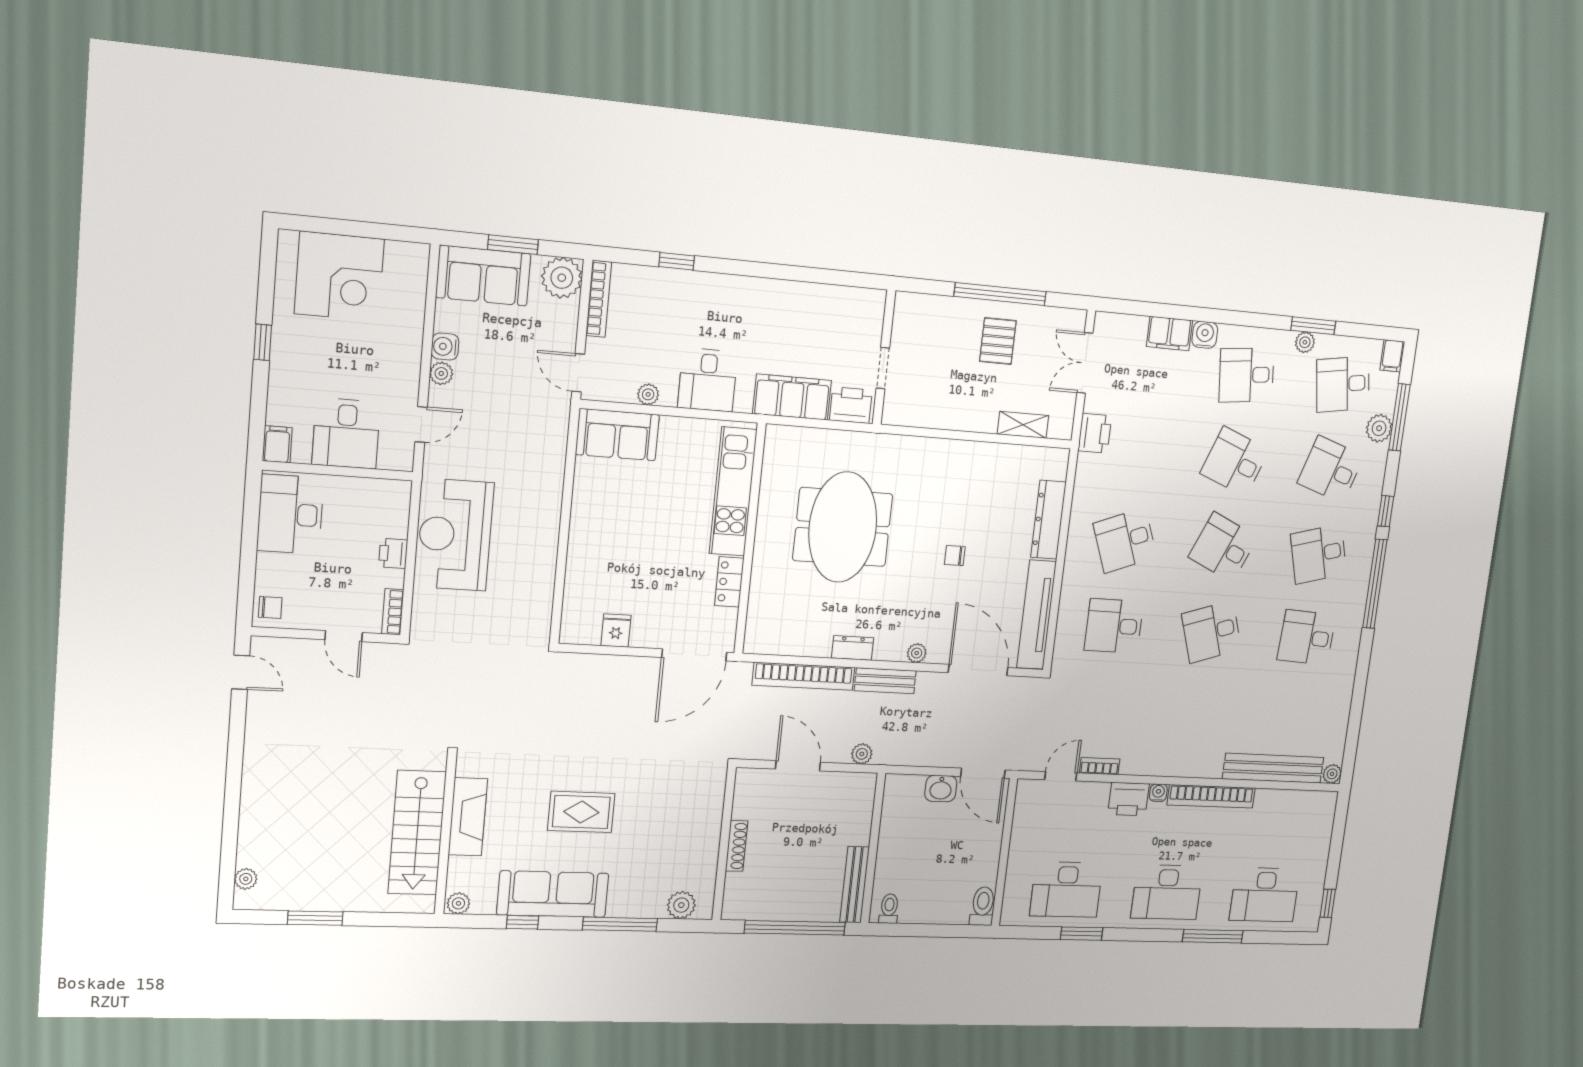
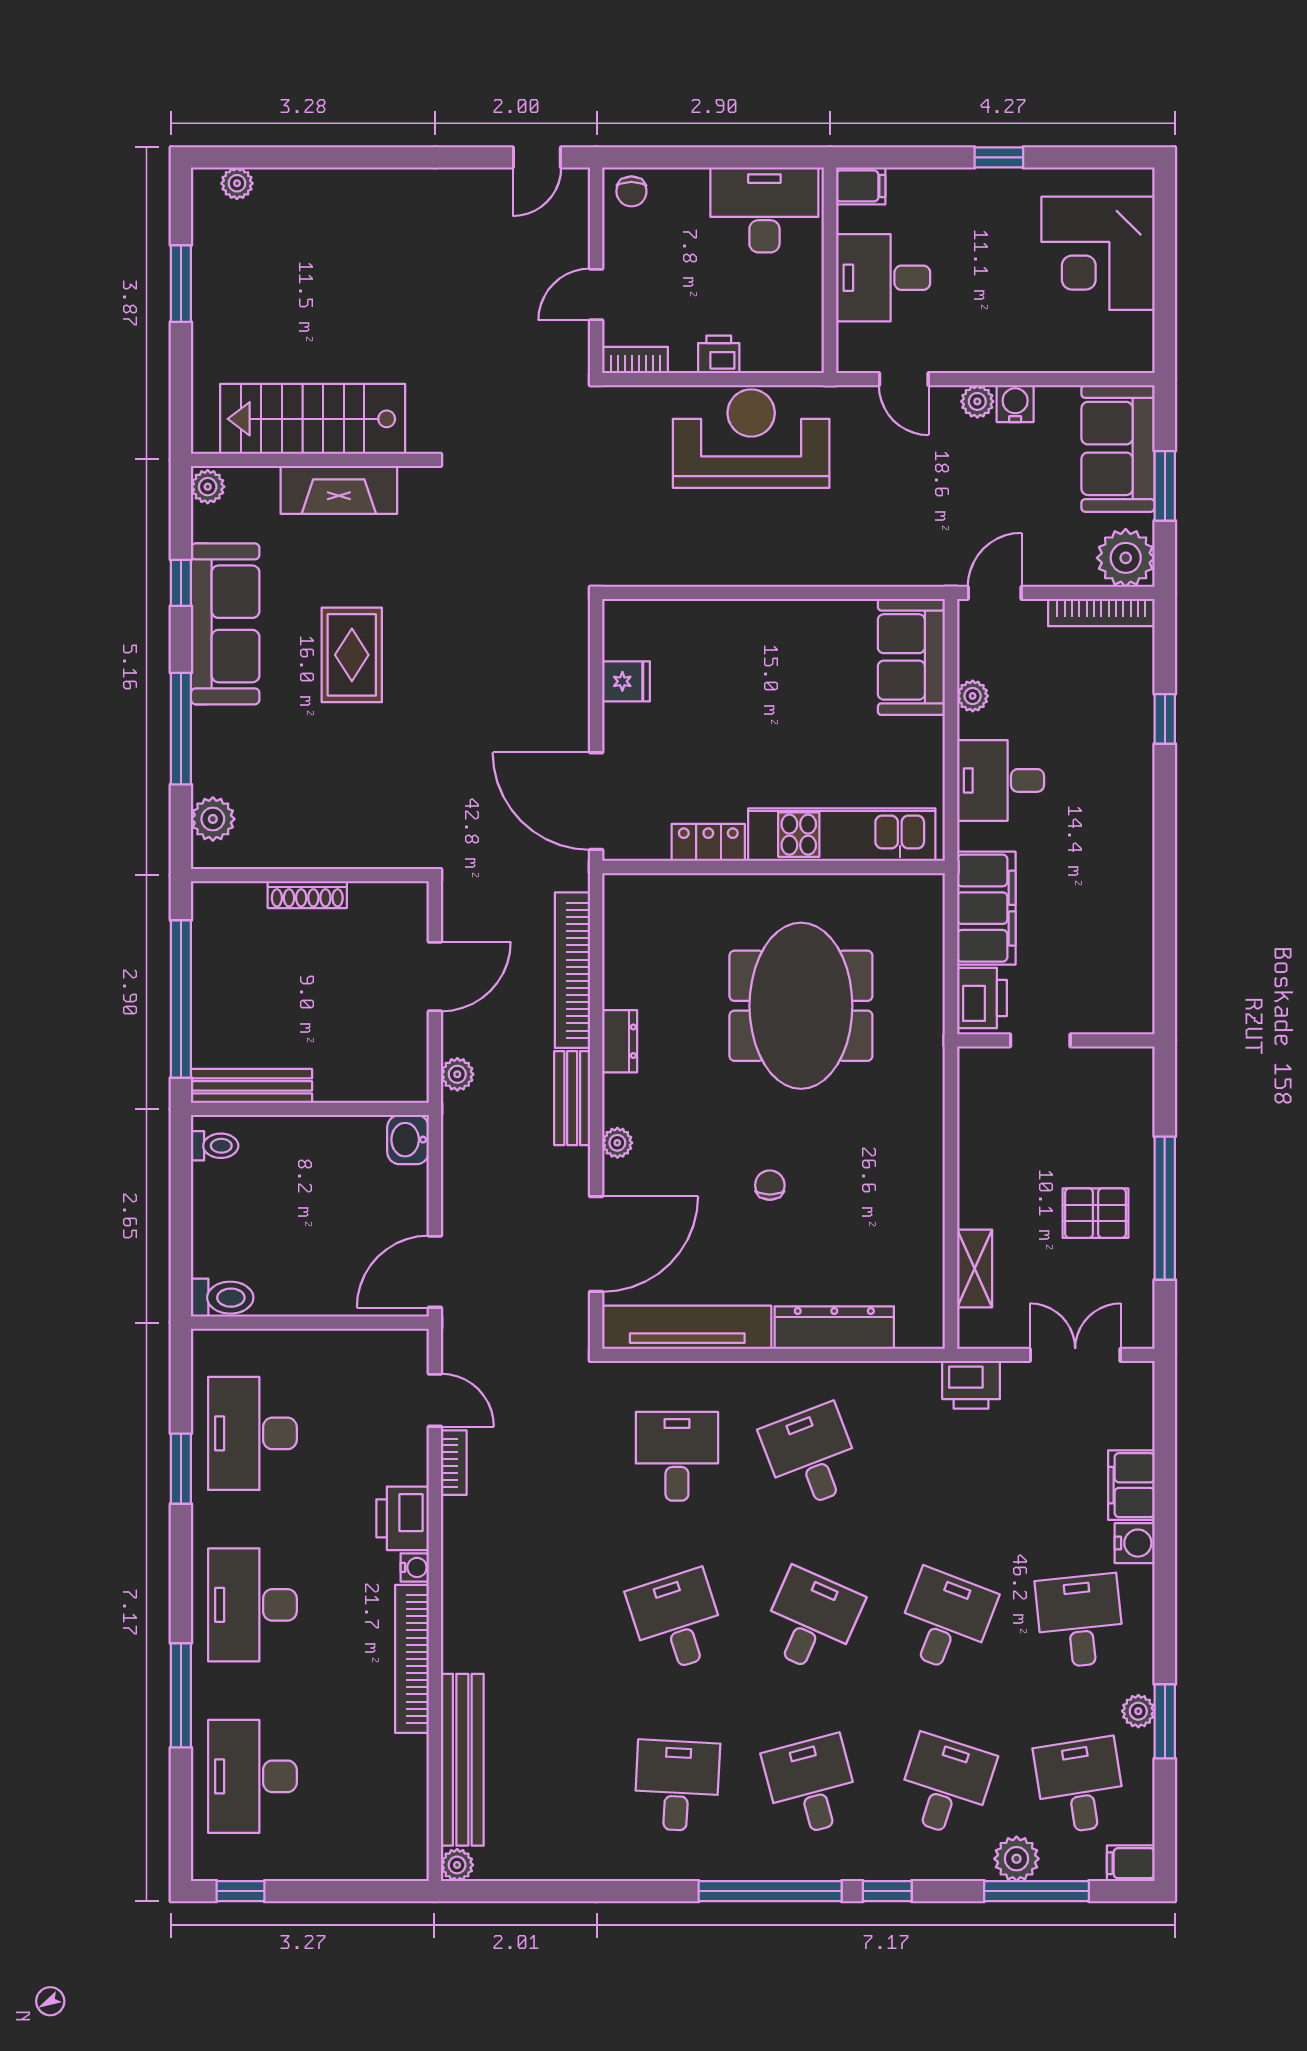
meeting table: (843, 527) -> (801, 1006), turned 90
washbasin: (941, 789) -> (408, 1140), moved

